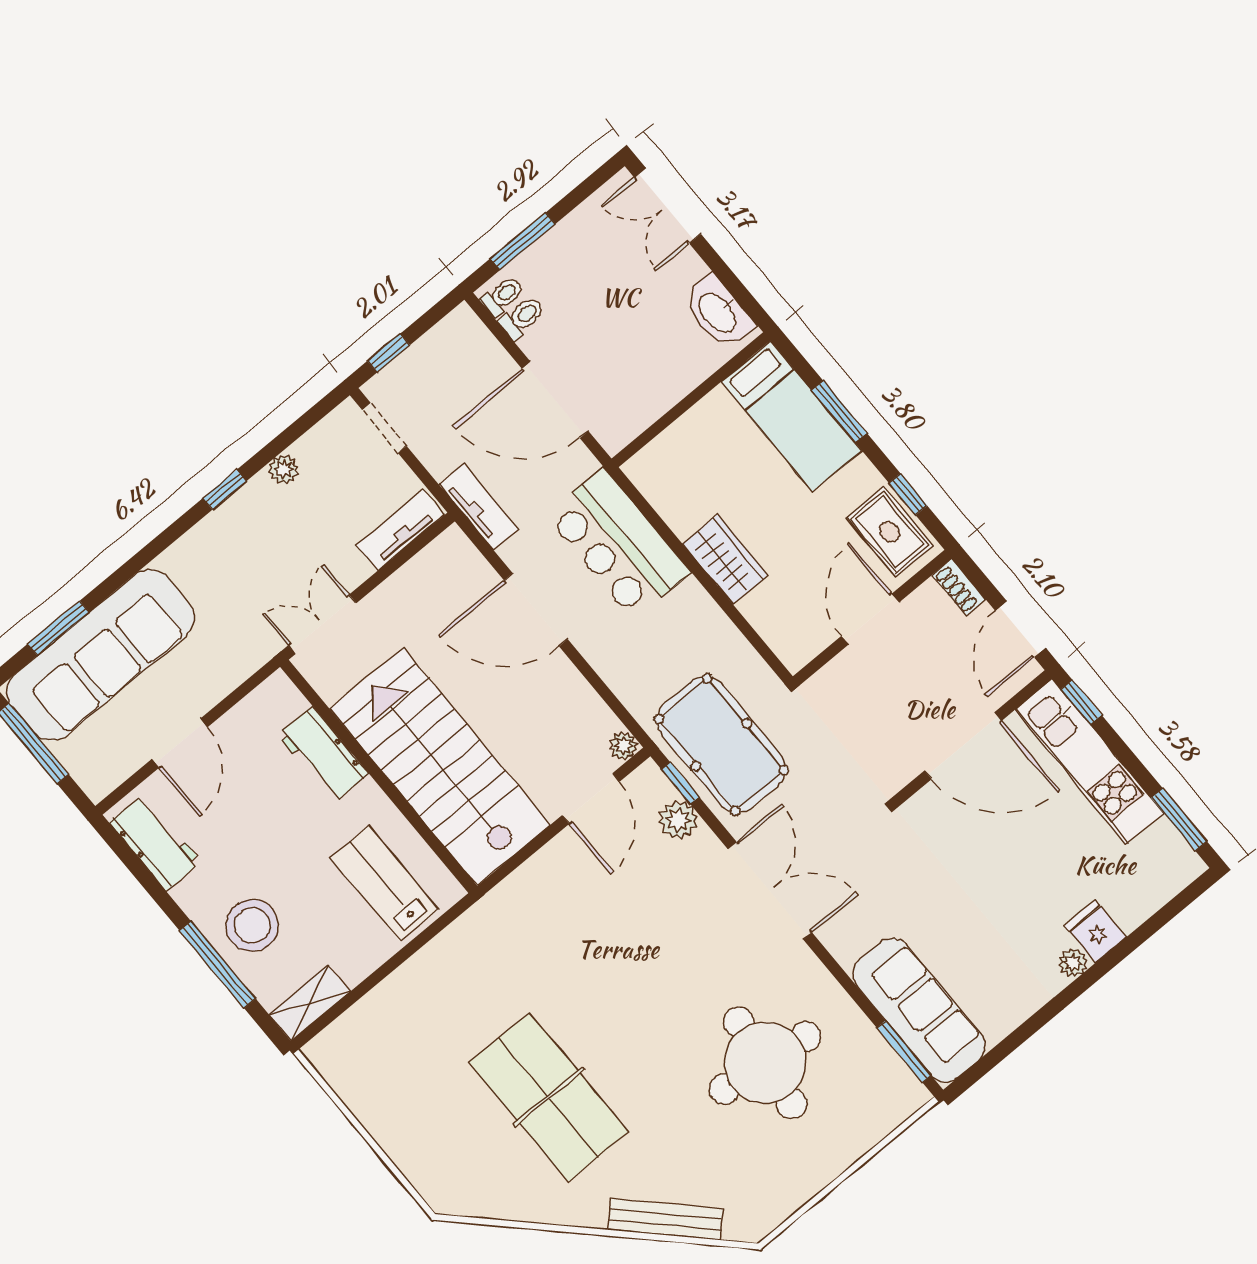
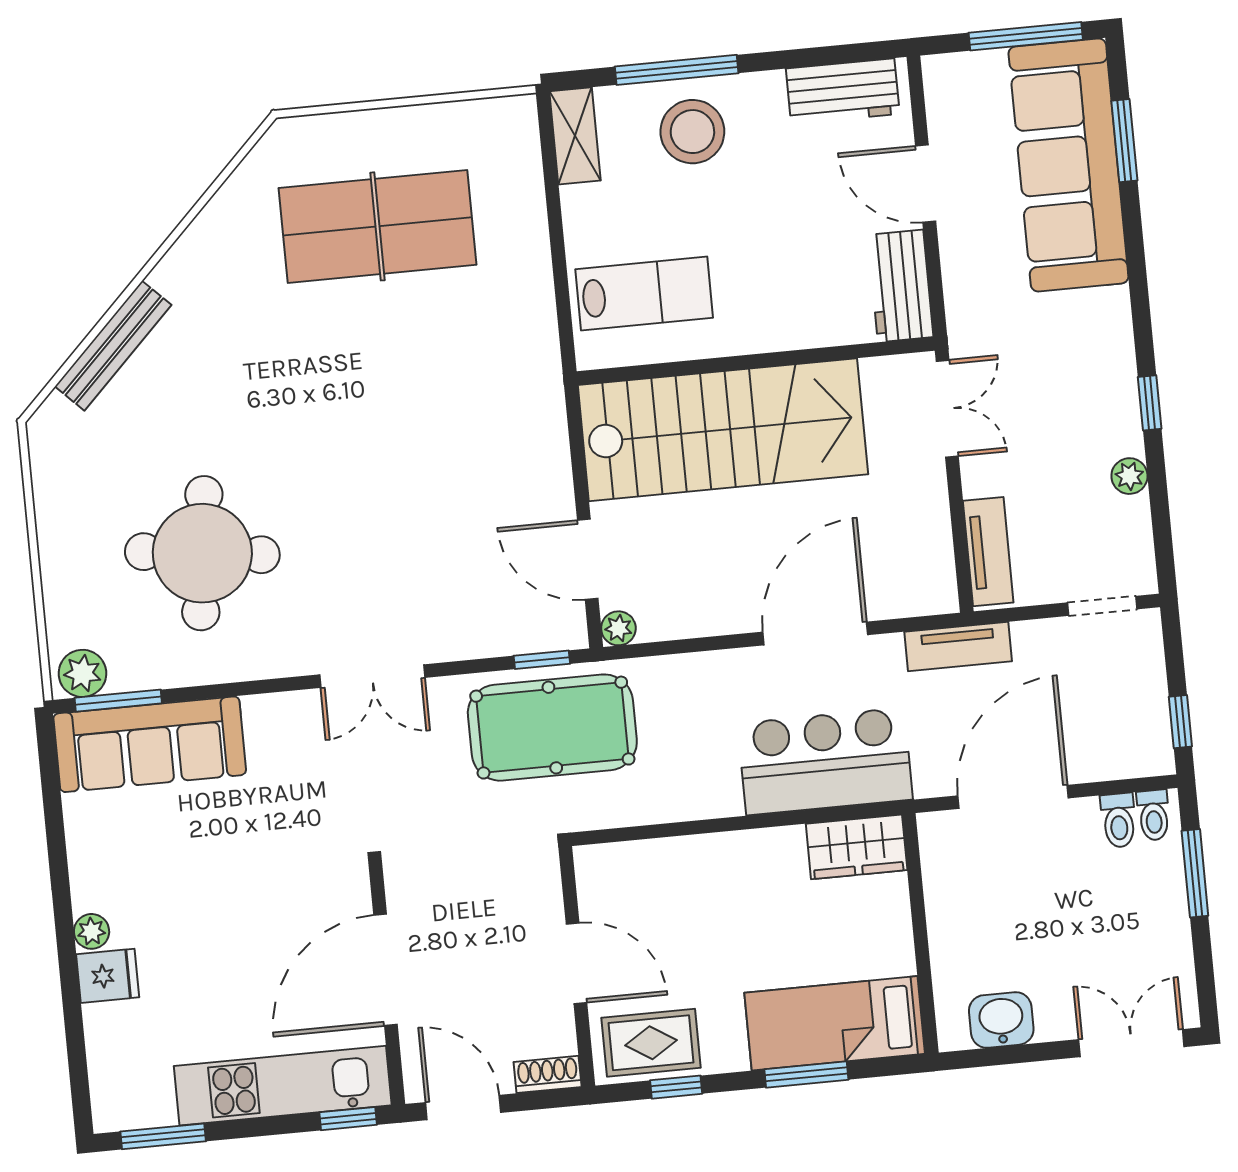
washbasin: (718, 312) -> (1001, 1020), width x0.72
window: (389, 353) -> (1180, 722), moved
wardrobe: (725, 559) -> (857, 847), moved
workbench: (323, 754) -> (901, 286), moved, turned -90
plant: (678, 820) -> (82, 673), moved
double door: (770, 891) -> (372, 676), width x0.73
table tennis table: (549, 1097) -> (377, 226), moved

